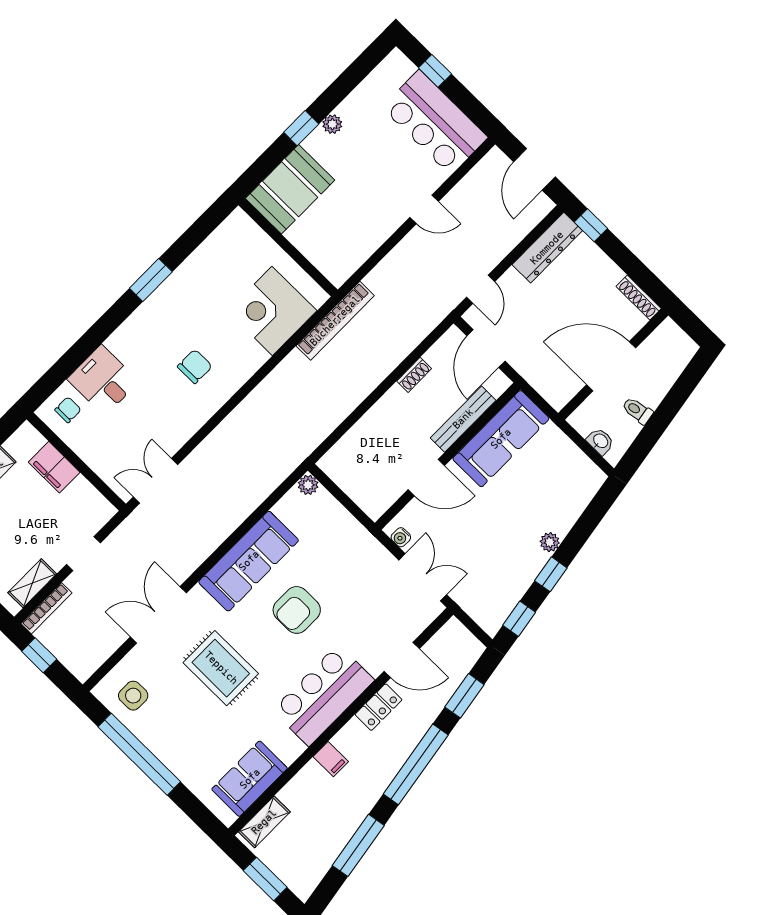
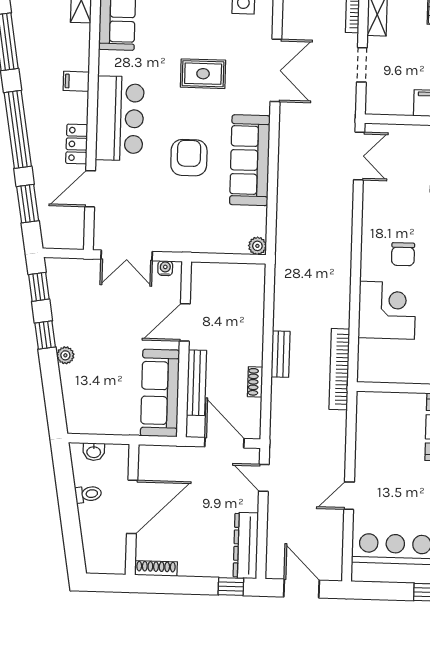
corner desk: (272, 311) -> (387, 310), moved
bench: (372, 378) -> (281, 354), added
rug: (221, 668) -> (203, 74), width x0.73, depth x0.70

